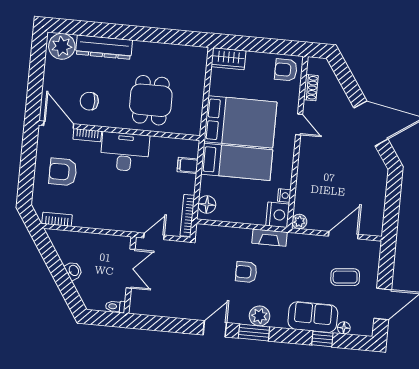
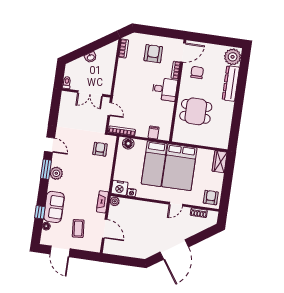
desk: (125, 152) -> (165, 89), width x0.73
fireplace: (270, 238) -> (103, 202), moved
armchair: (246, 272) -> (100, 149), moved

